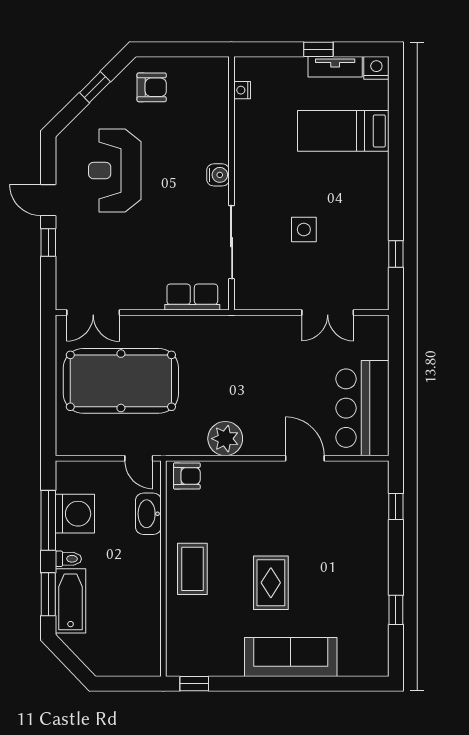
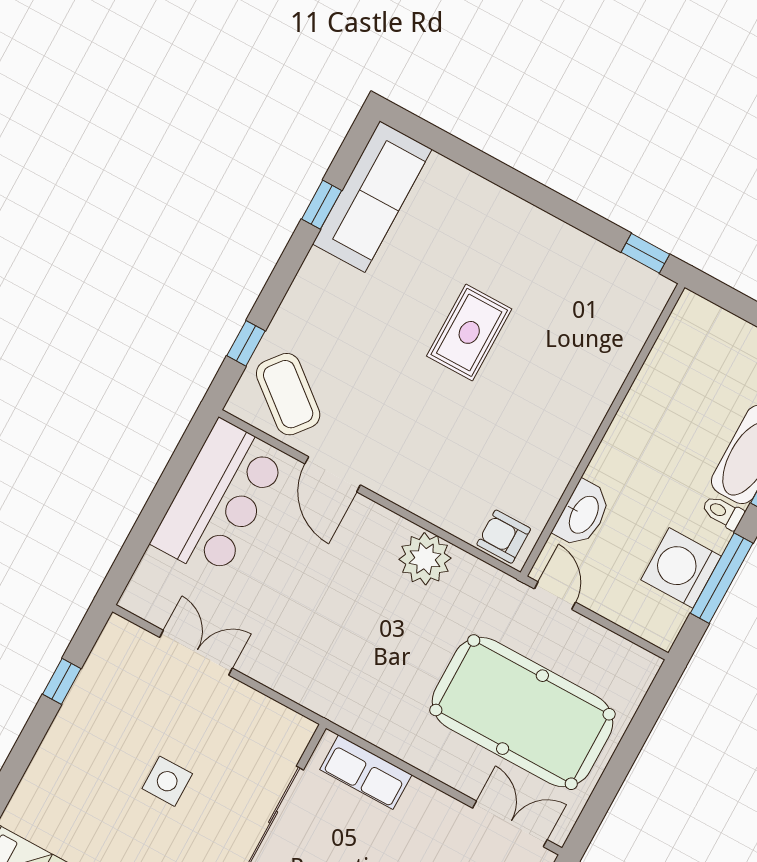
coffee table: (192, 569) -> (288, 394), moved, turned -51
sofa: (291, 657) -> (372, 197), moved, turned -90

